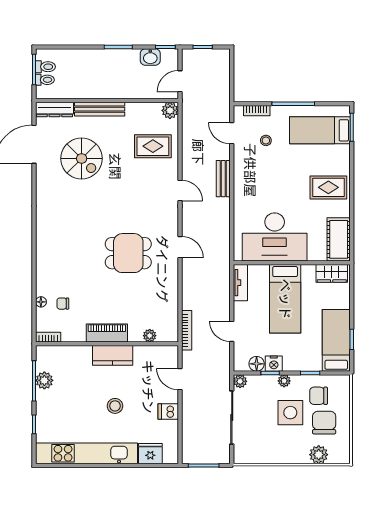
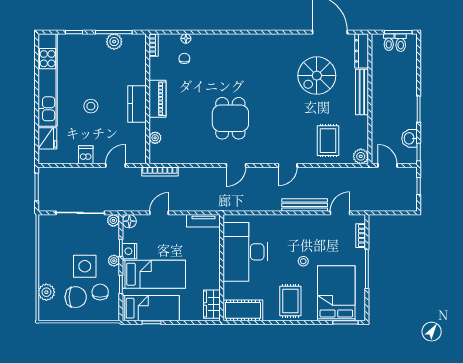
bed: (320, 130) -> (336, 293), width x1.50
stool: (266, 140) -> (303, 261), moved
bench: (223, 179) -> (305, 205), width x1.36
bed: (285, 299) -> (154, 274), moved, turned 180
floor lamp: (257, 364) -> (129, 221), moved

